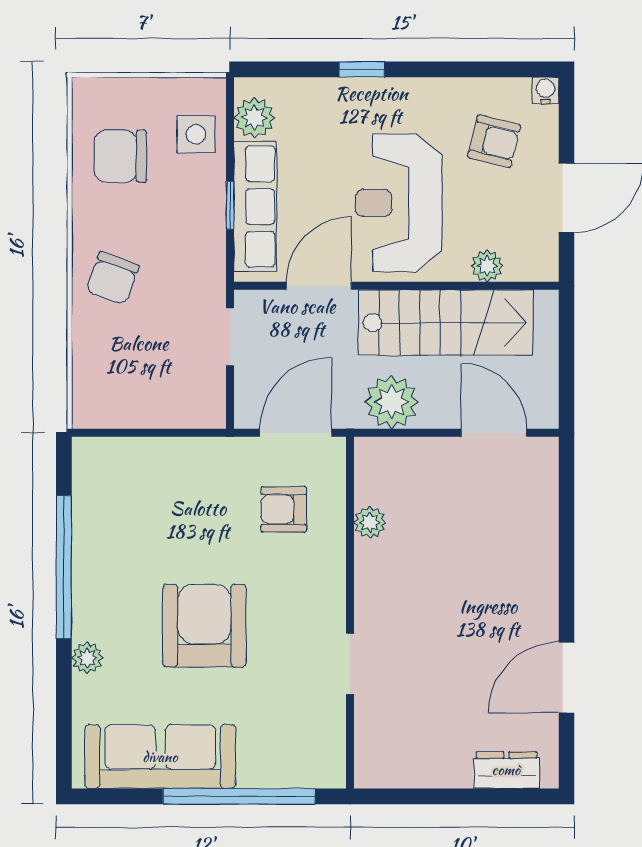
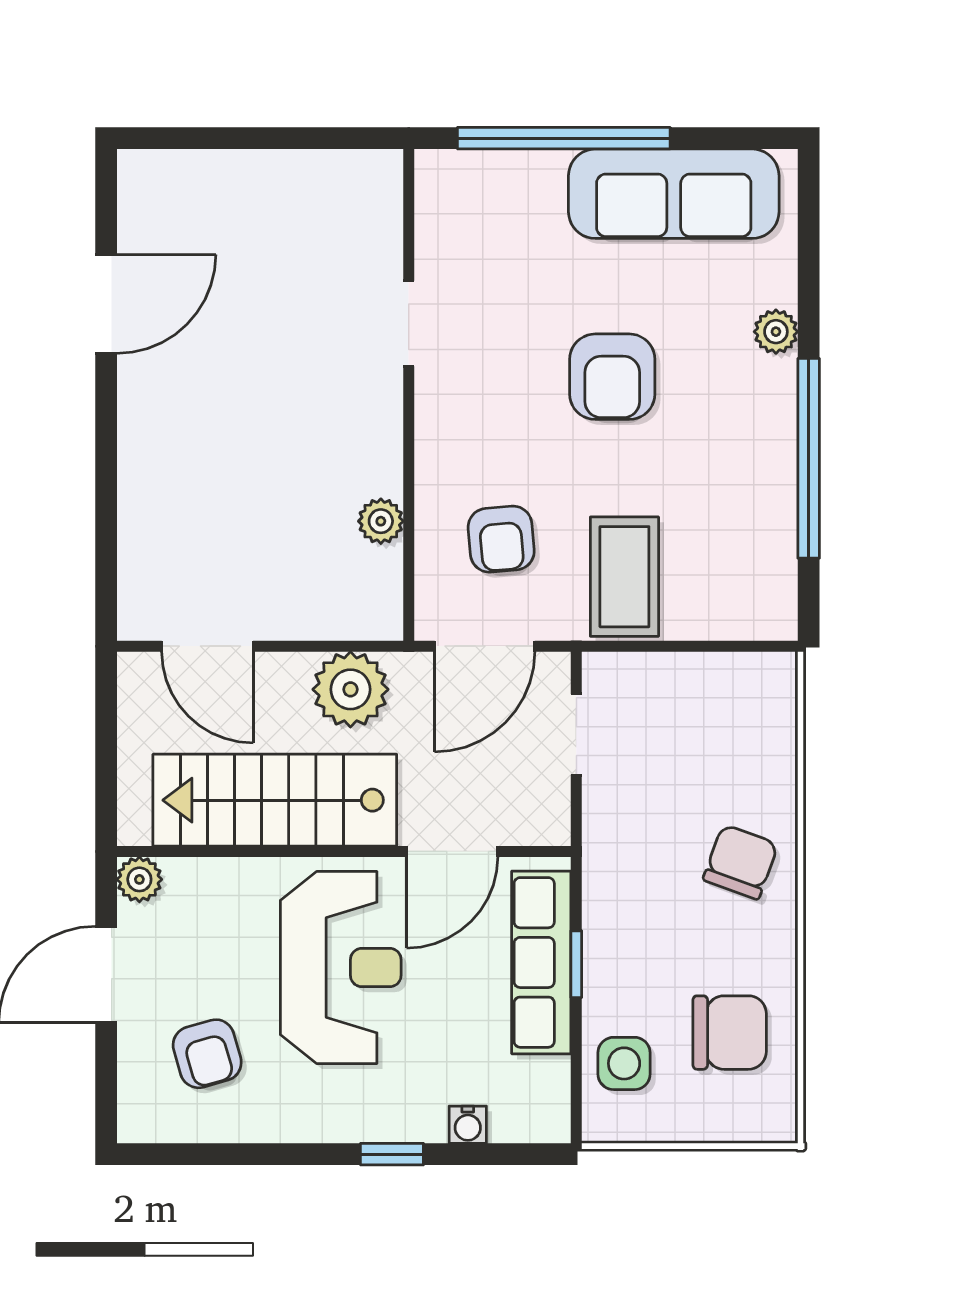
water cooler: (545, 90) -> (468, 1125), moved
plant: (254, 118) -> (542, 1087), removed
armchair: (494, 141) -> (207, 1054), turned -120
plant: (487, 266) -> (139, 879), moved
doorway: (230, 337) -> (576, 735), moved
coffee table: (196, 483) -> (624, 577), added
armchair: (284, 509) -> (501, 539), turned 85
armchair: (204, 626) -> (612, 377), width x0.73, depth x0.73
dresser: (506, 770) -> (190, 175), removed

